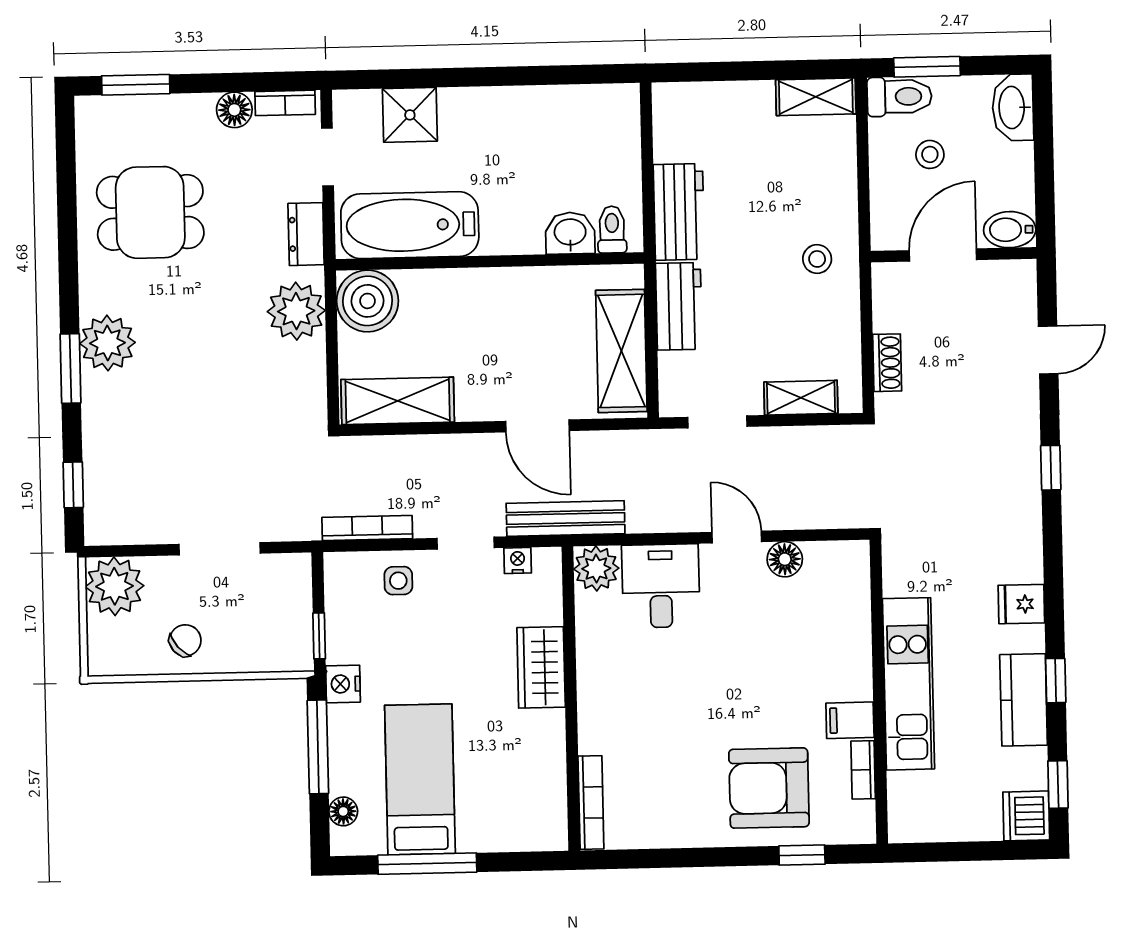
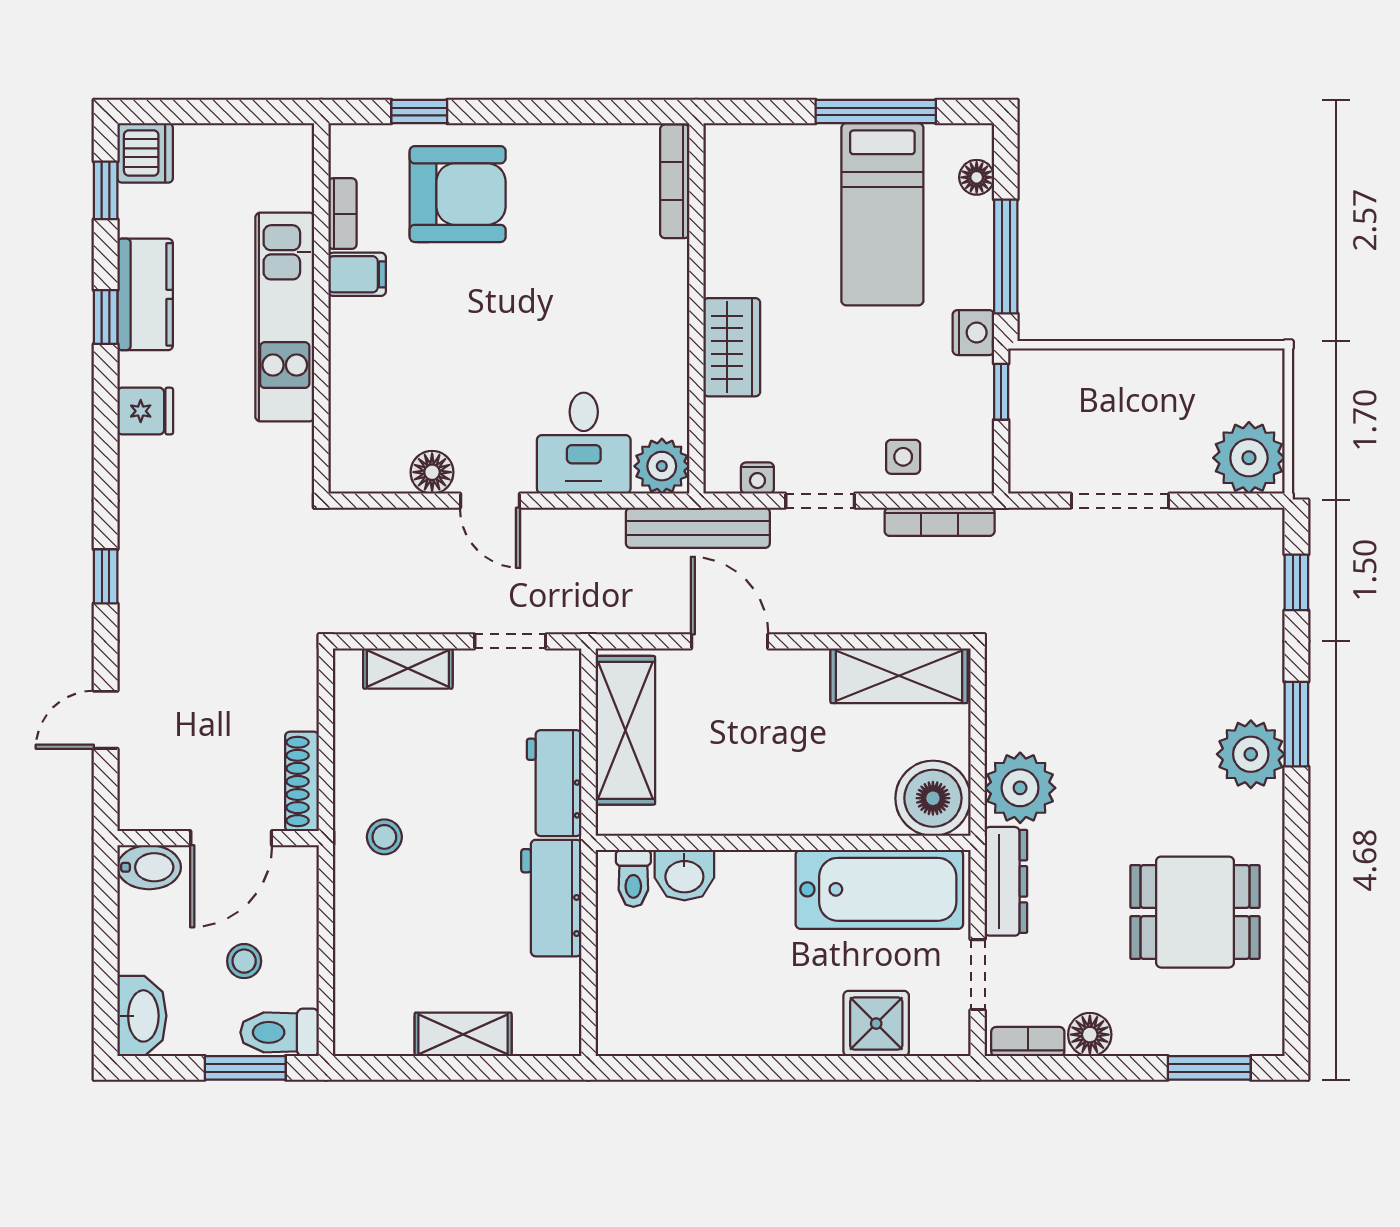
shelving: (816, 97) -> (463, 1034), moved
dresser: (306, 234) -> (1006, 881), width x1.44
shoe rack: (887, 363) -> (302, 781), moved, width x1.43
chair: (185, 640) -> (1164, 390), removed

